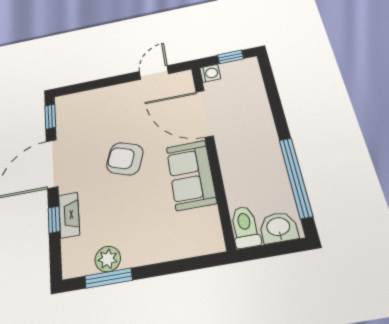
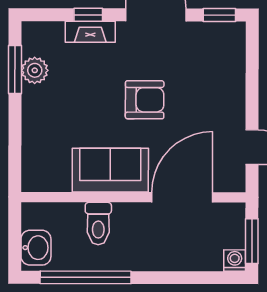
window: (231, 57) -> (252, 241), width x1.50
washing machine: (210, 73) -> (235, 261), moved, turned 180
armchair: (125, 159) -> (145, 100), turned 71
toilet: (245, 227) -> (98, 224), moved, turned 90

